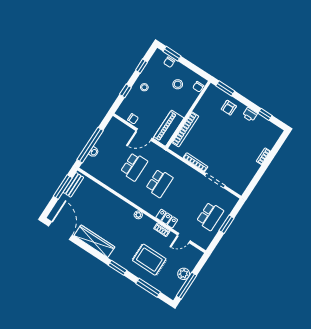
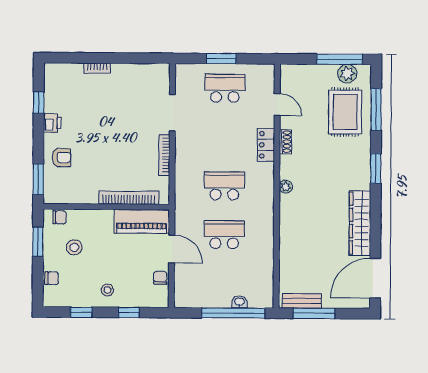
window: (172, 54) -> (38, 242), moved
rug: (149, 260) -> (345, 112), moved
plant: (184, 274) -> (347, 74), moved

